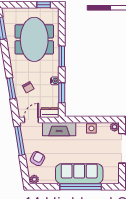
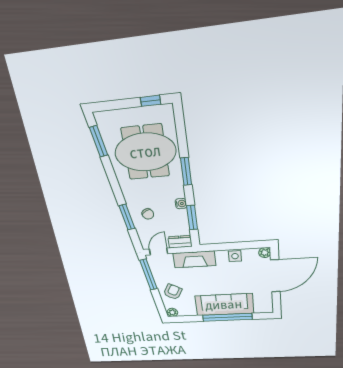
meeting table: (34, 39) -> (145, 152), turned 90

